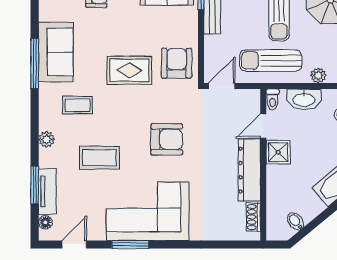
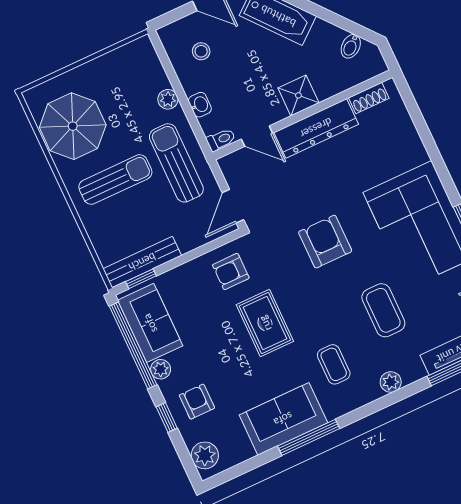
sun lounger: (271, 60) -> (176, 163), turned 180
armchair: (177, 63) -> (231, 271), width x0.72, depth x0.72
door: (222, 86) -> (233, 206), hinge flipped
washbasin: (304, 99) -> (200, 105), width x0.52, depth x0.69
shower: (278, 152) -> (298, 95), moved

